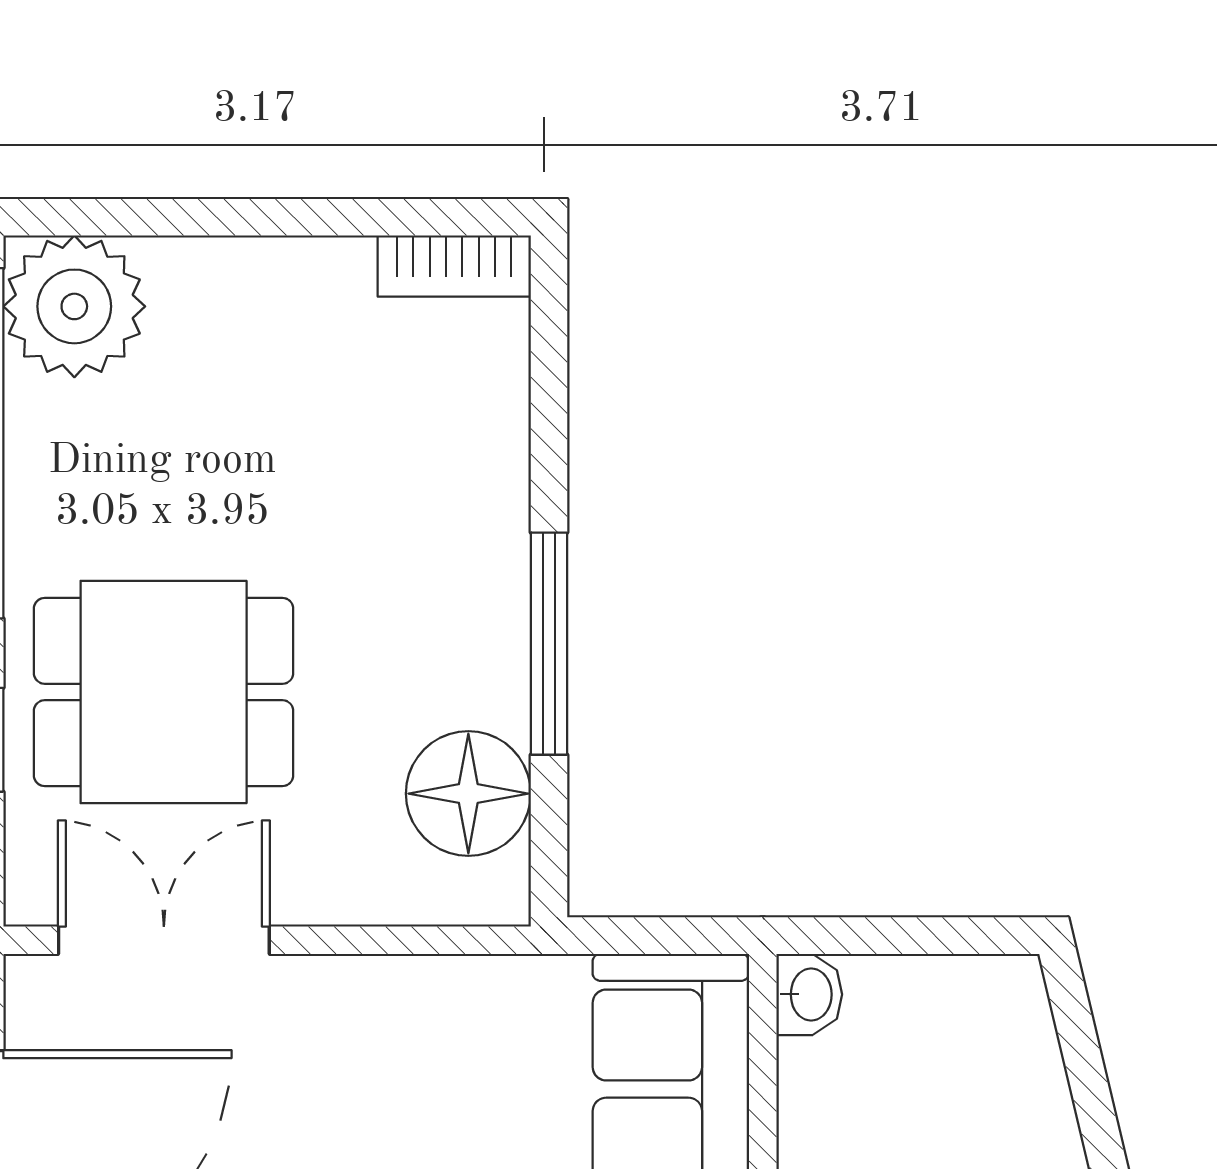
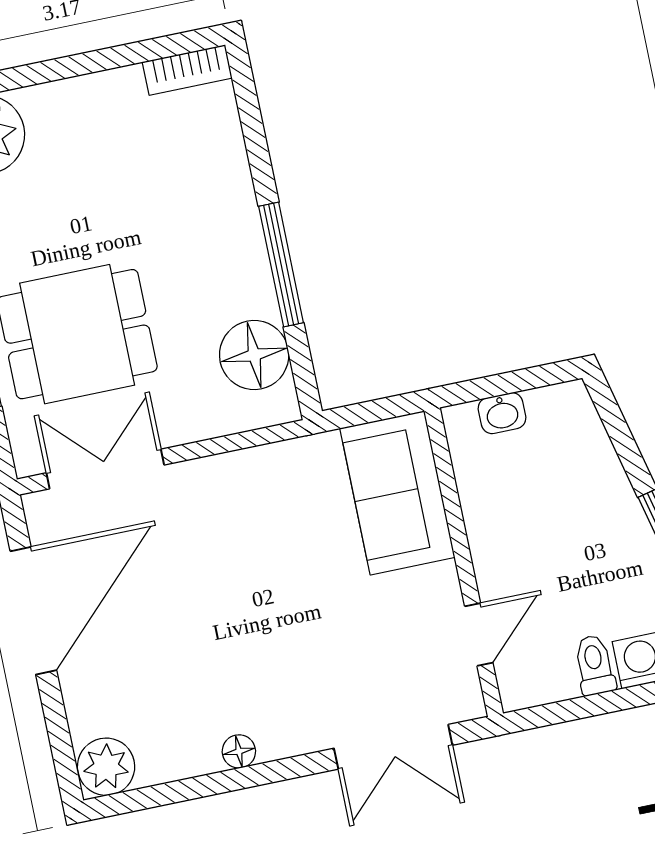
washbasin: (809, 994) -> (502, 413), moved, turned 90

